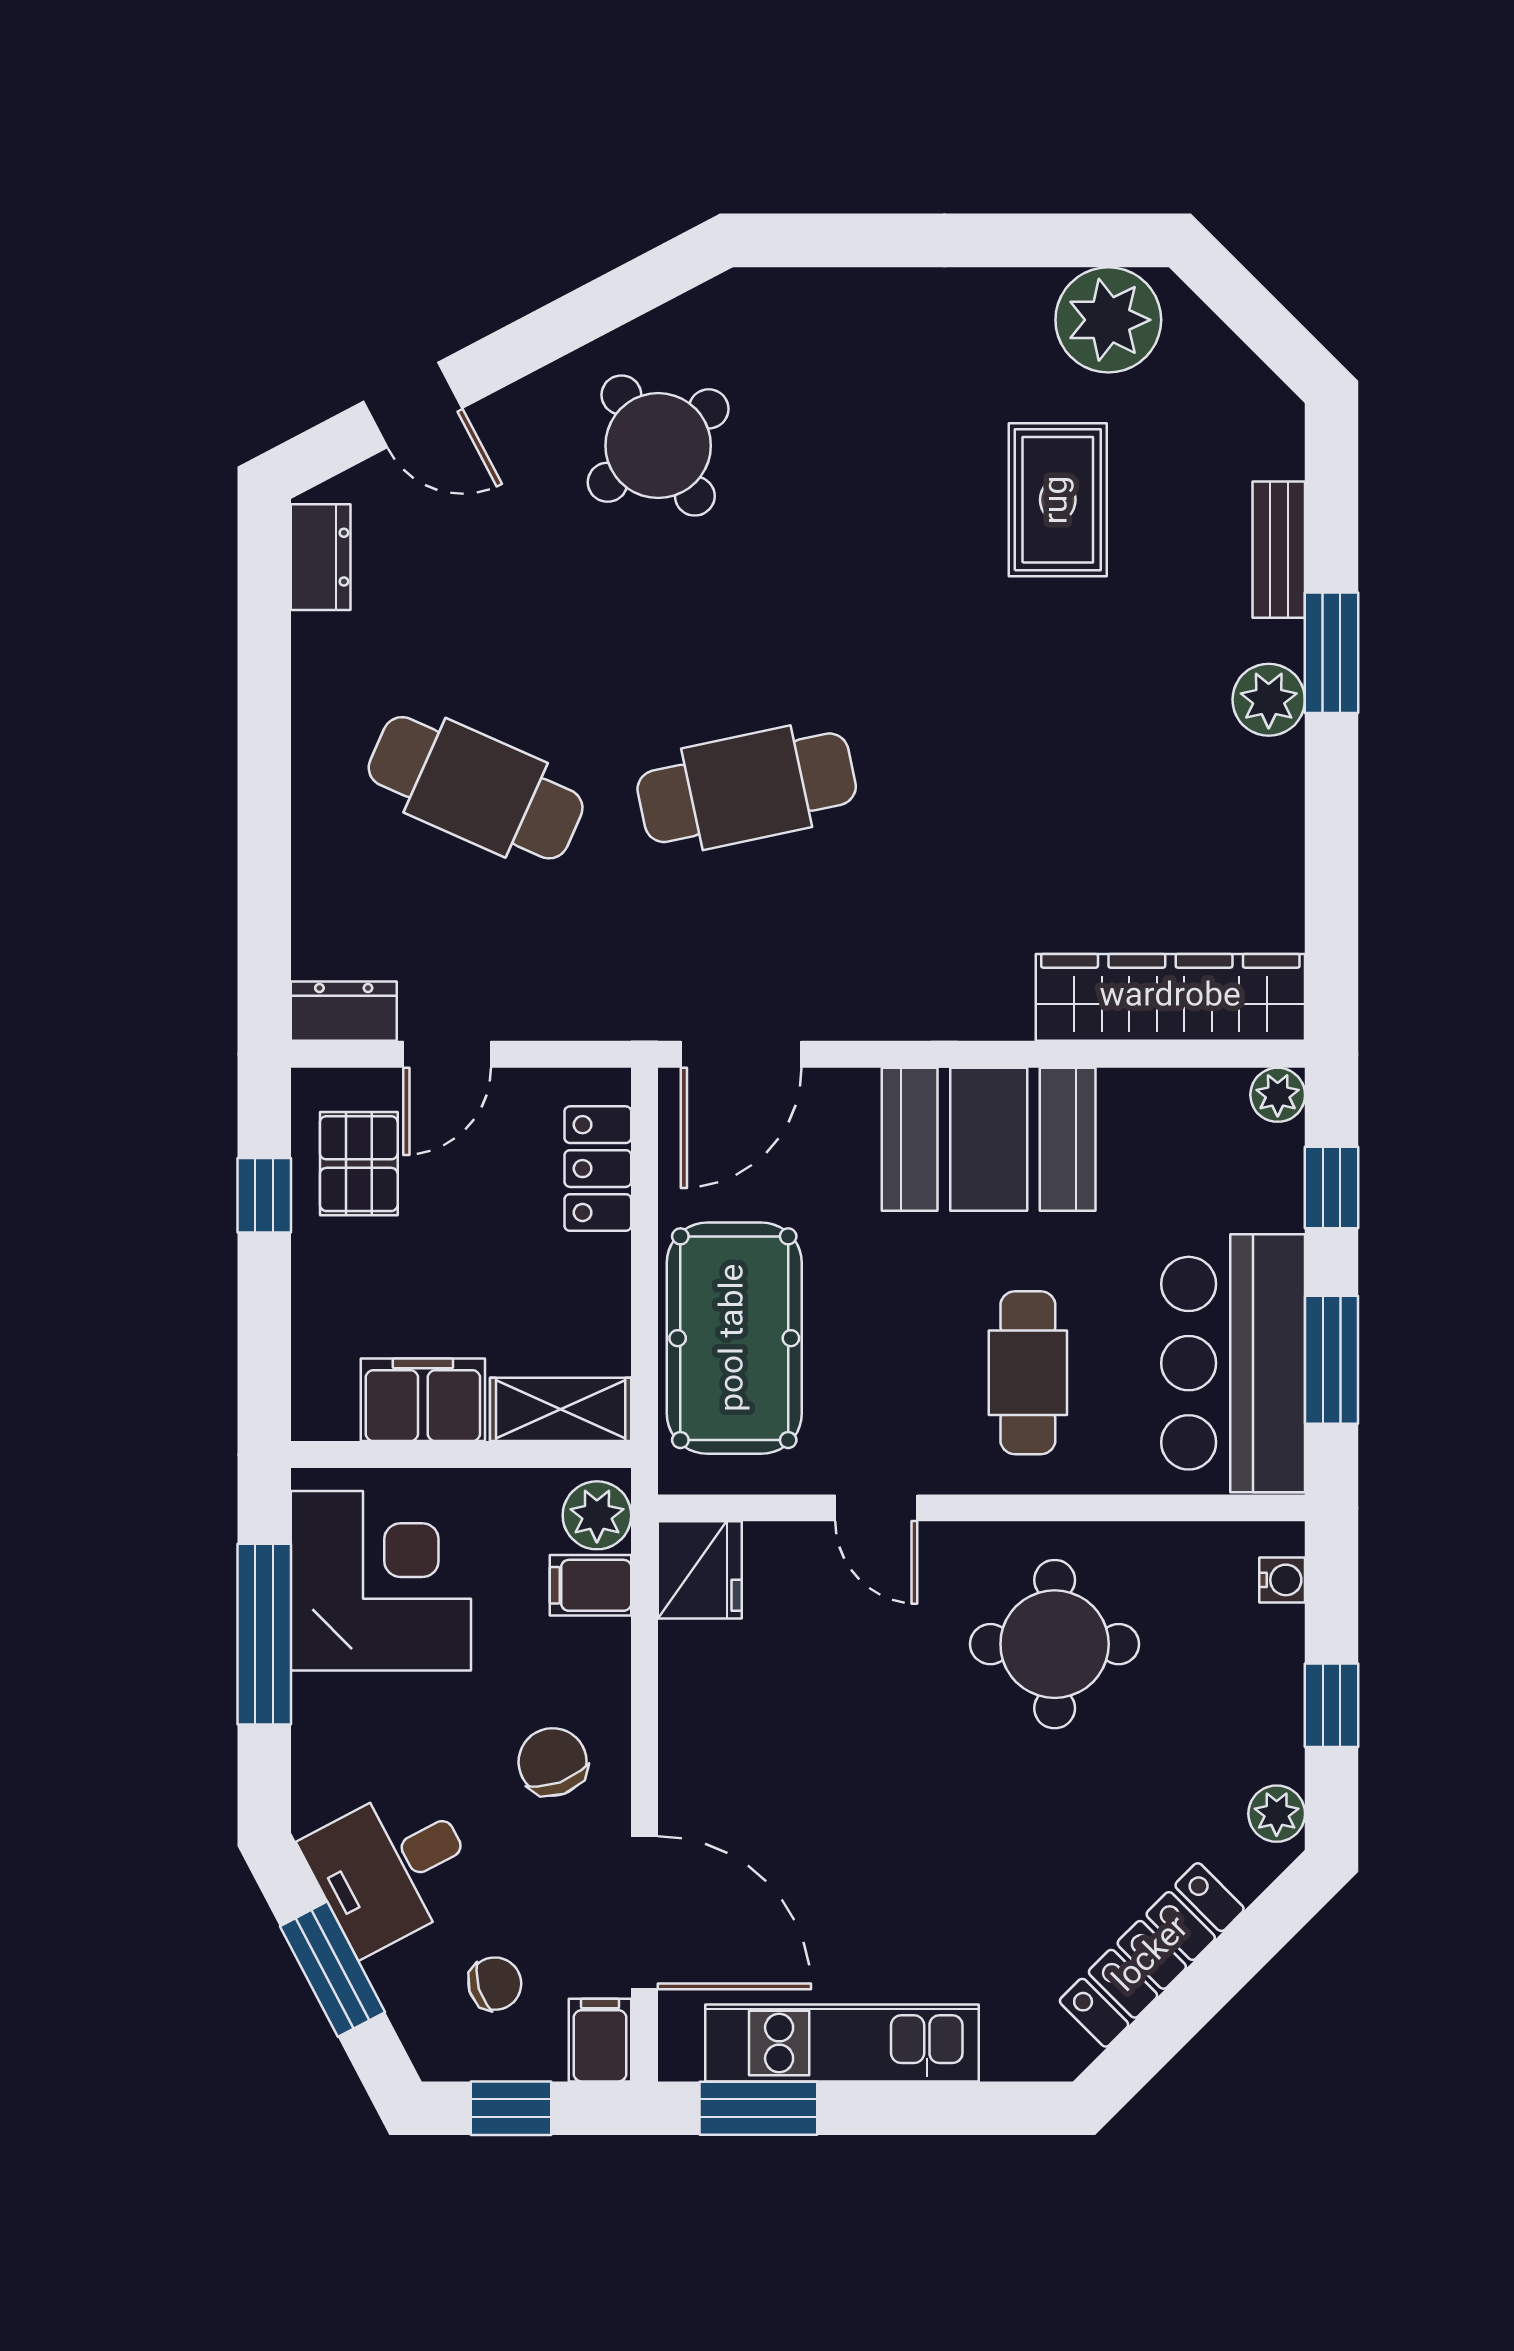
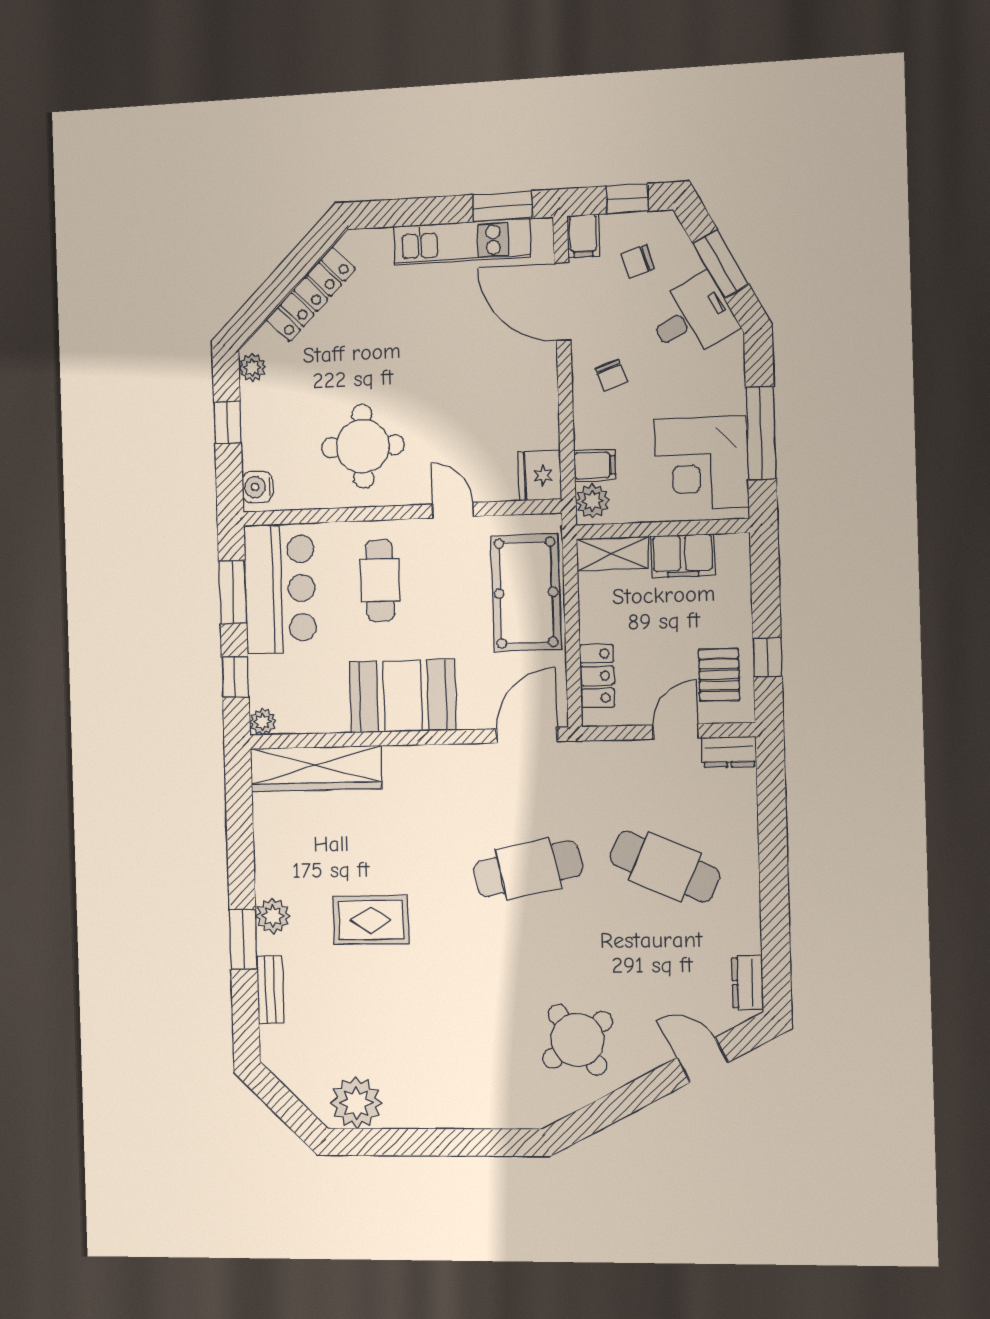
rug: (1058, 500) -> (371, 920), moved, turned 90
water cooler: (1282, 1580) -> (257, 487), width x1.38, depth x1.38
chair: (553, 1762) -> (611, 375), width x0.73, depth x0.73

